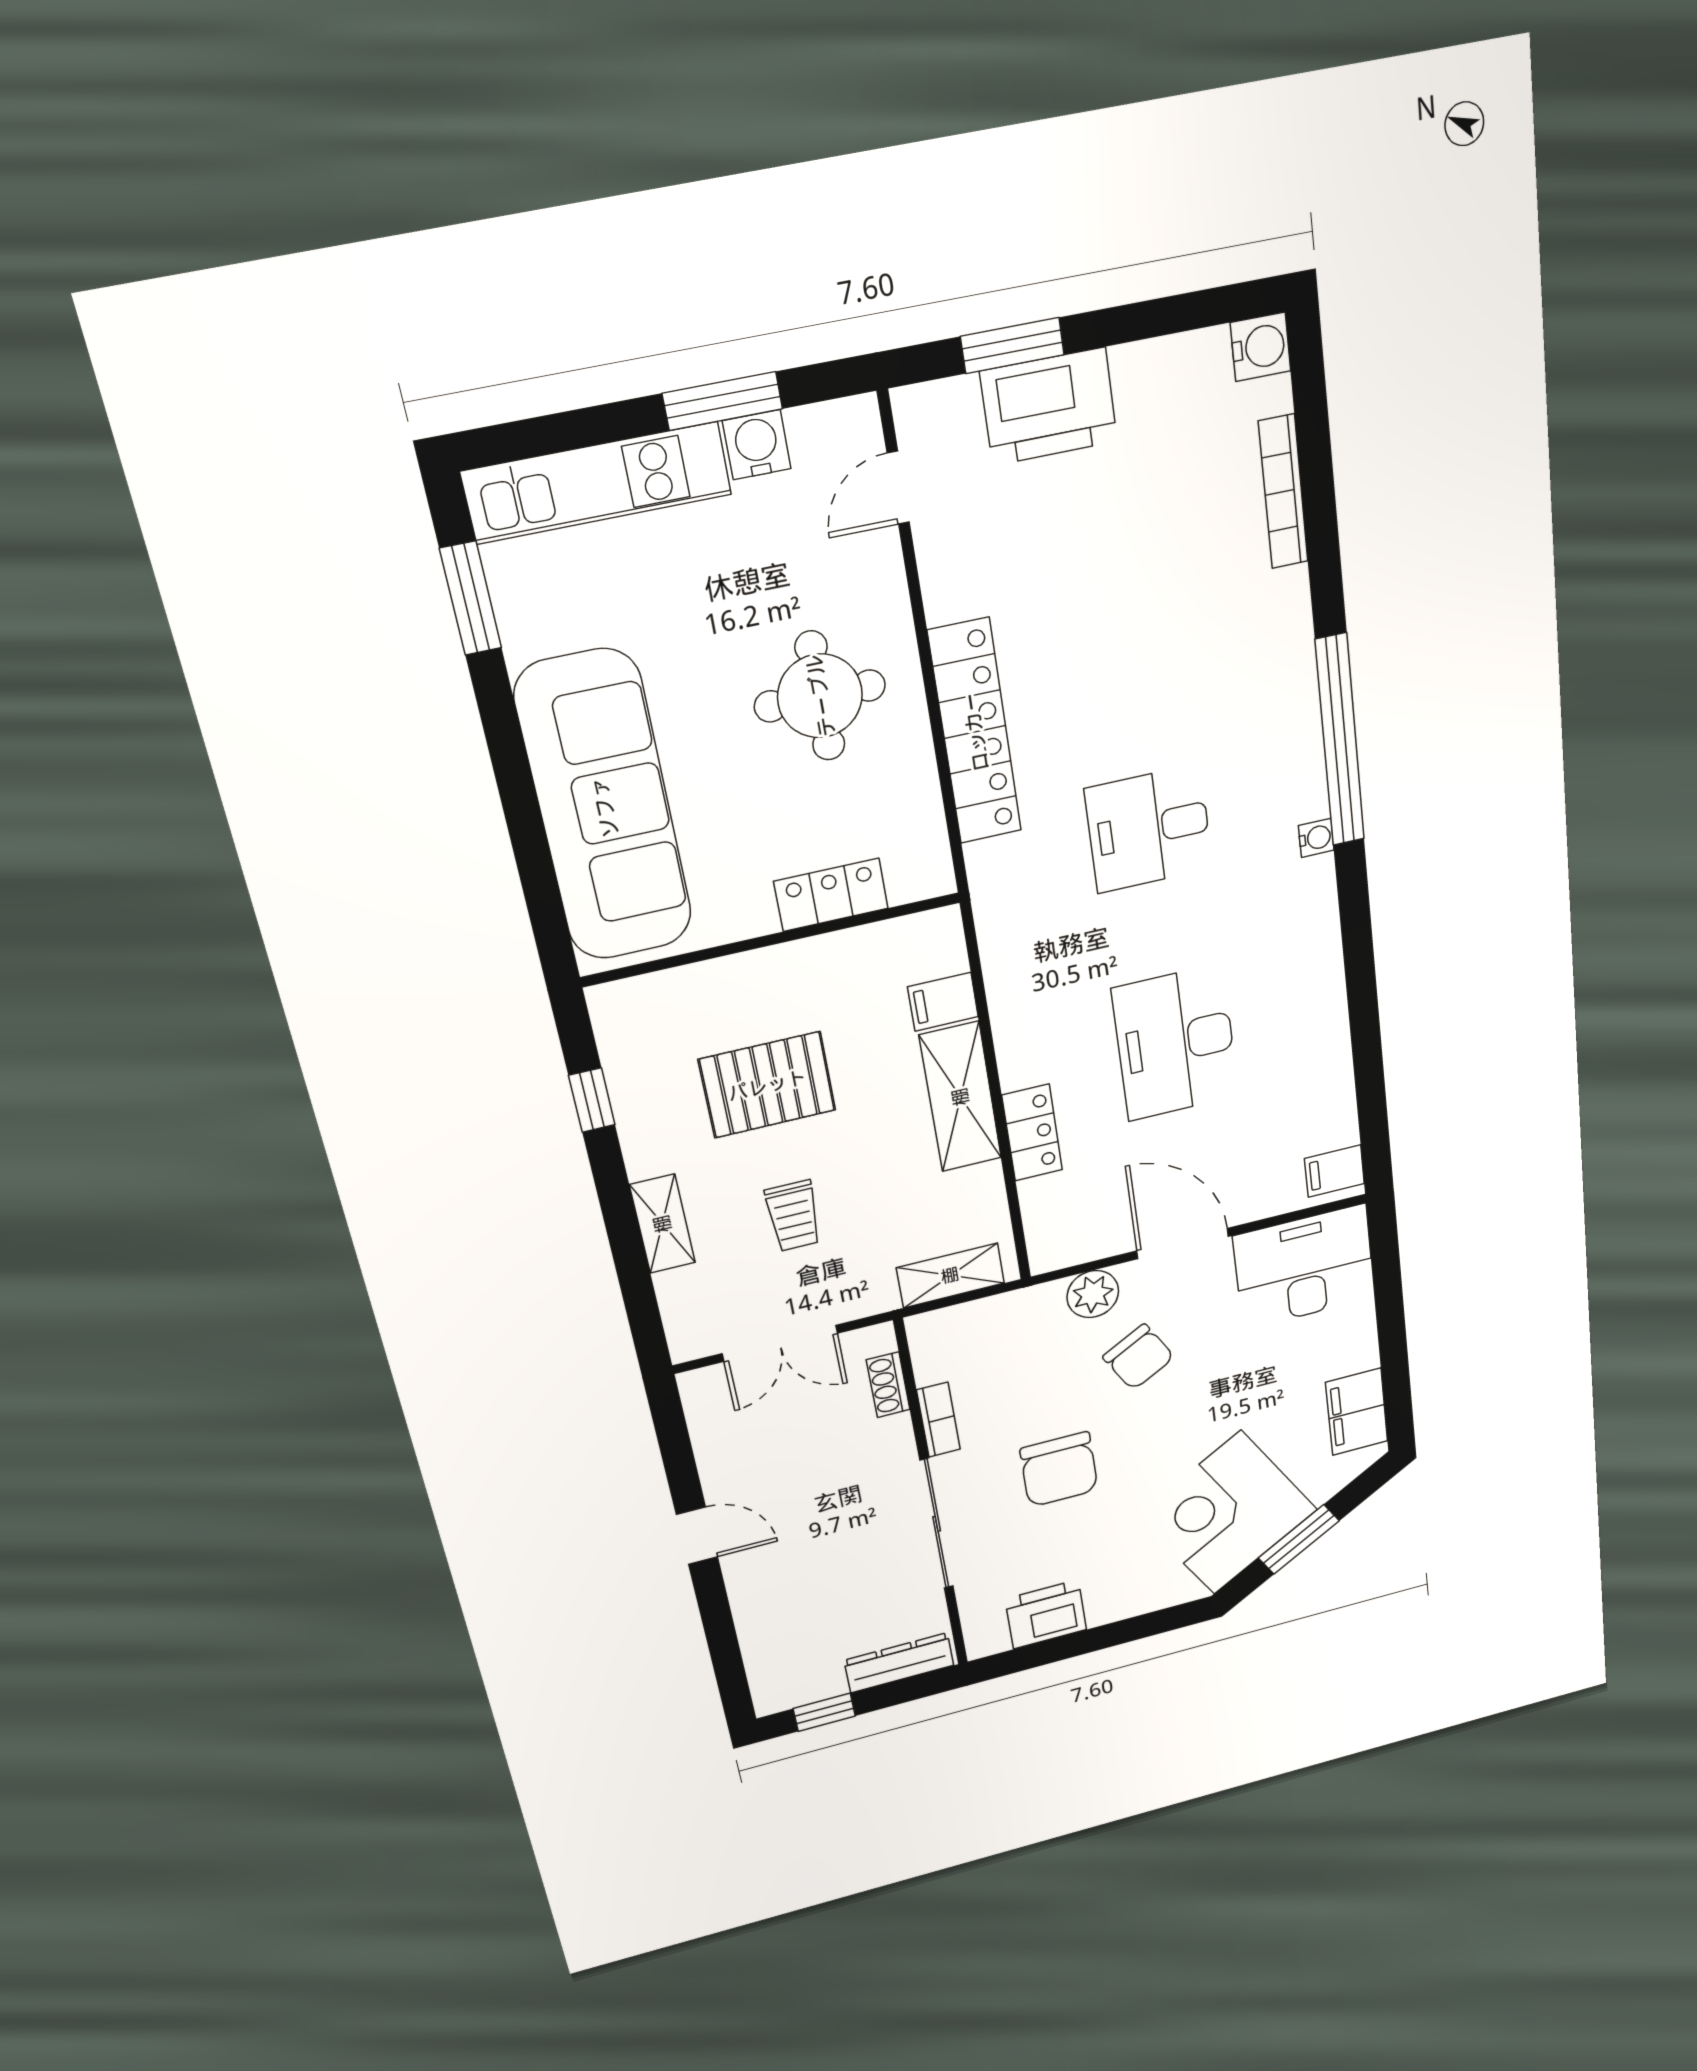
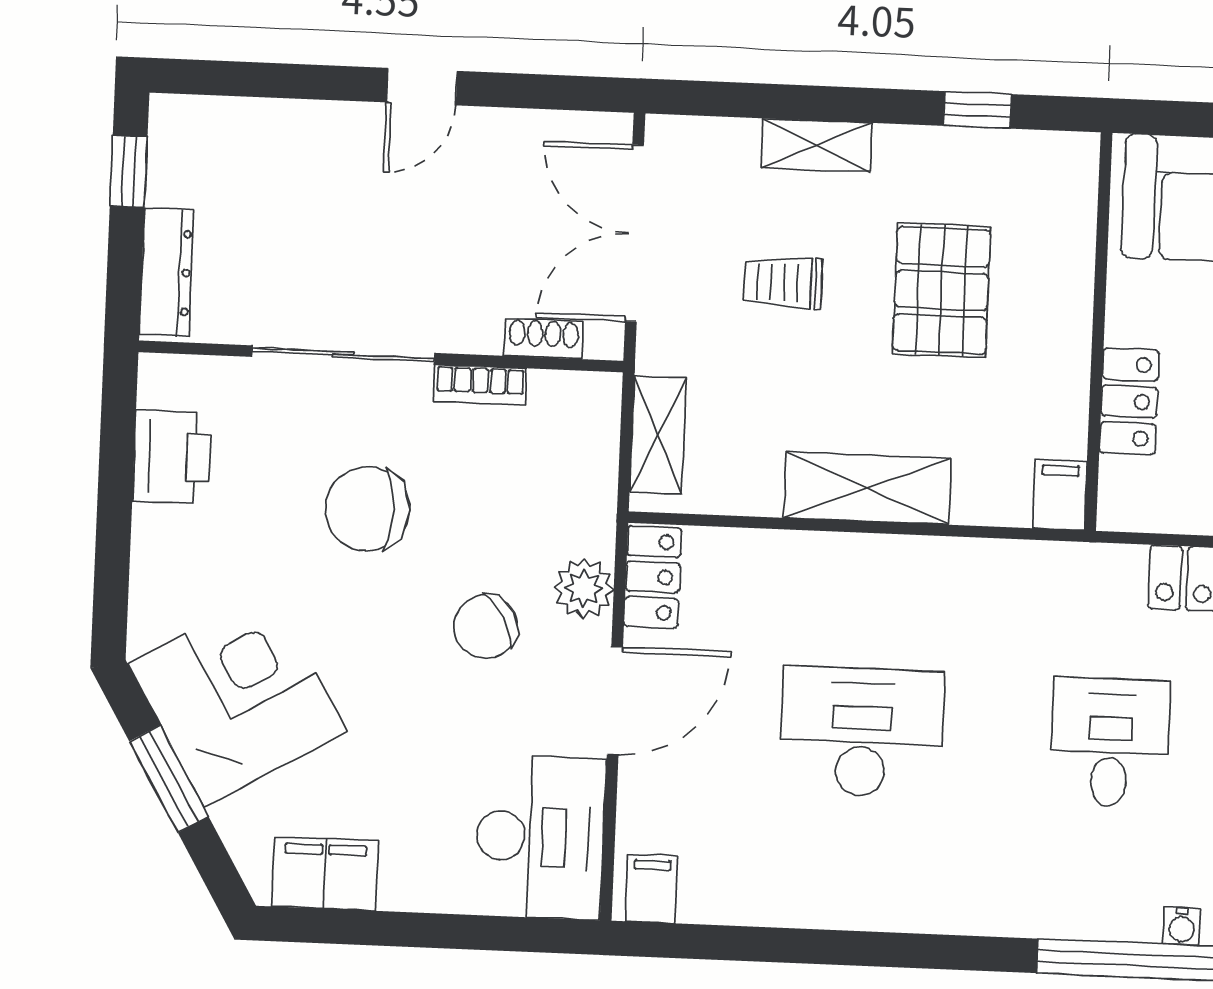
water cooler: (1316, 838) -> (1182, 926), moved
filing cabinet: (943, 1002) -> (1060, 495), moved
locker: (1032, 1133) -> (653, 577), moved, turned -90
double door: (780, 1343) -> (634, 233), width x1.37

